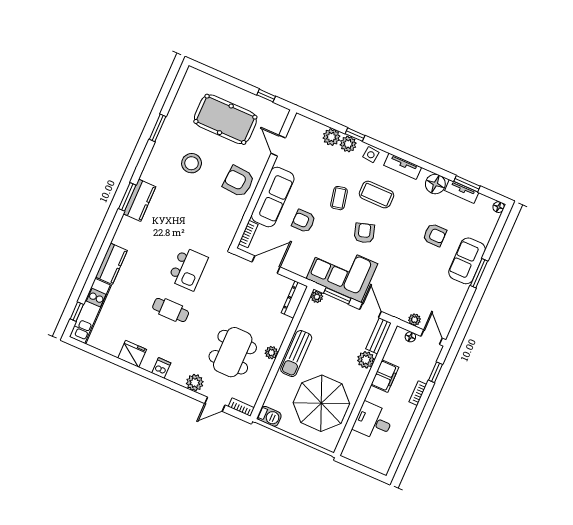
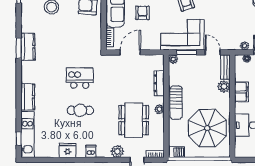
armchair: (304, 221) -> (142, 13), turned 90
kitchen island: (188, 269) -> (80, 78), turned -90
dresser: (294, 299) -> (159, 83), moved

